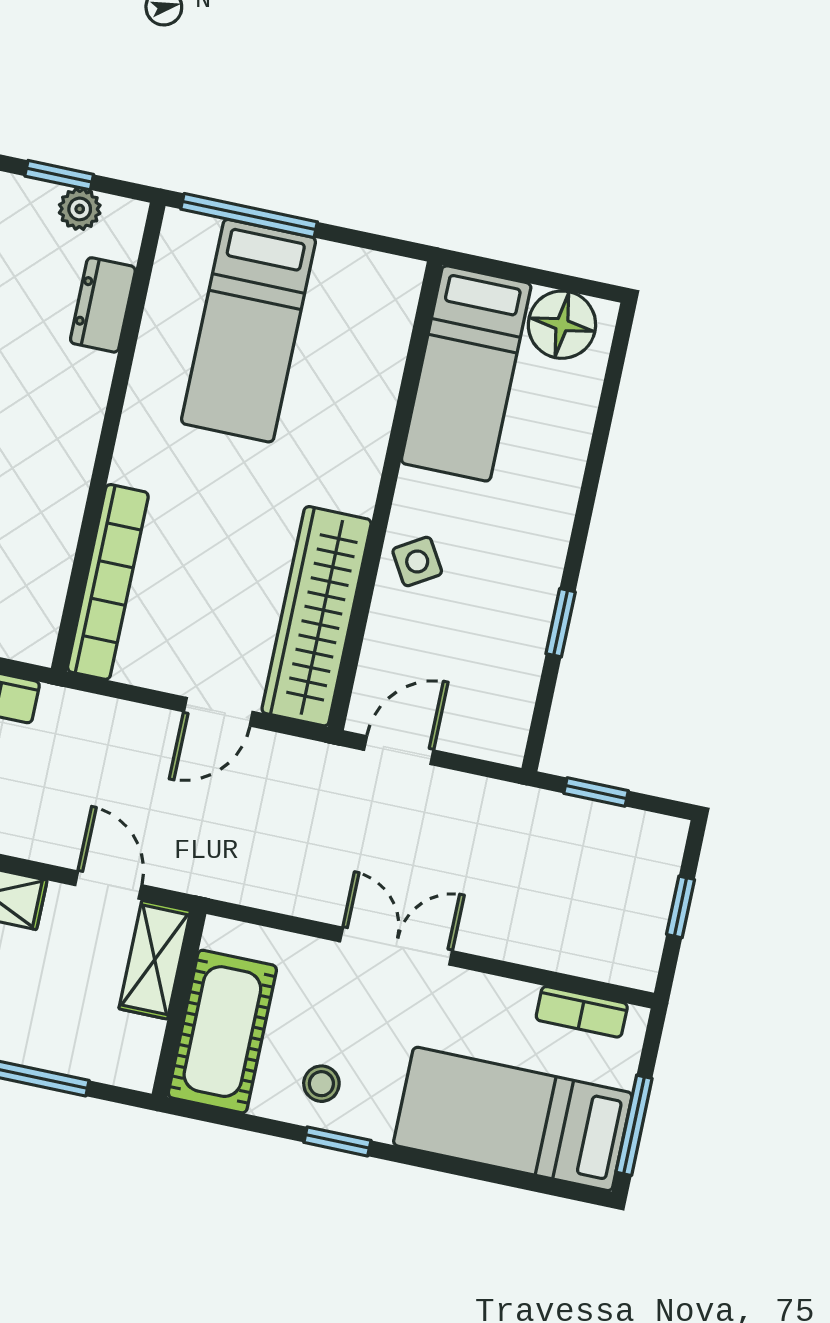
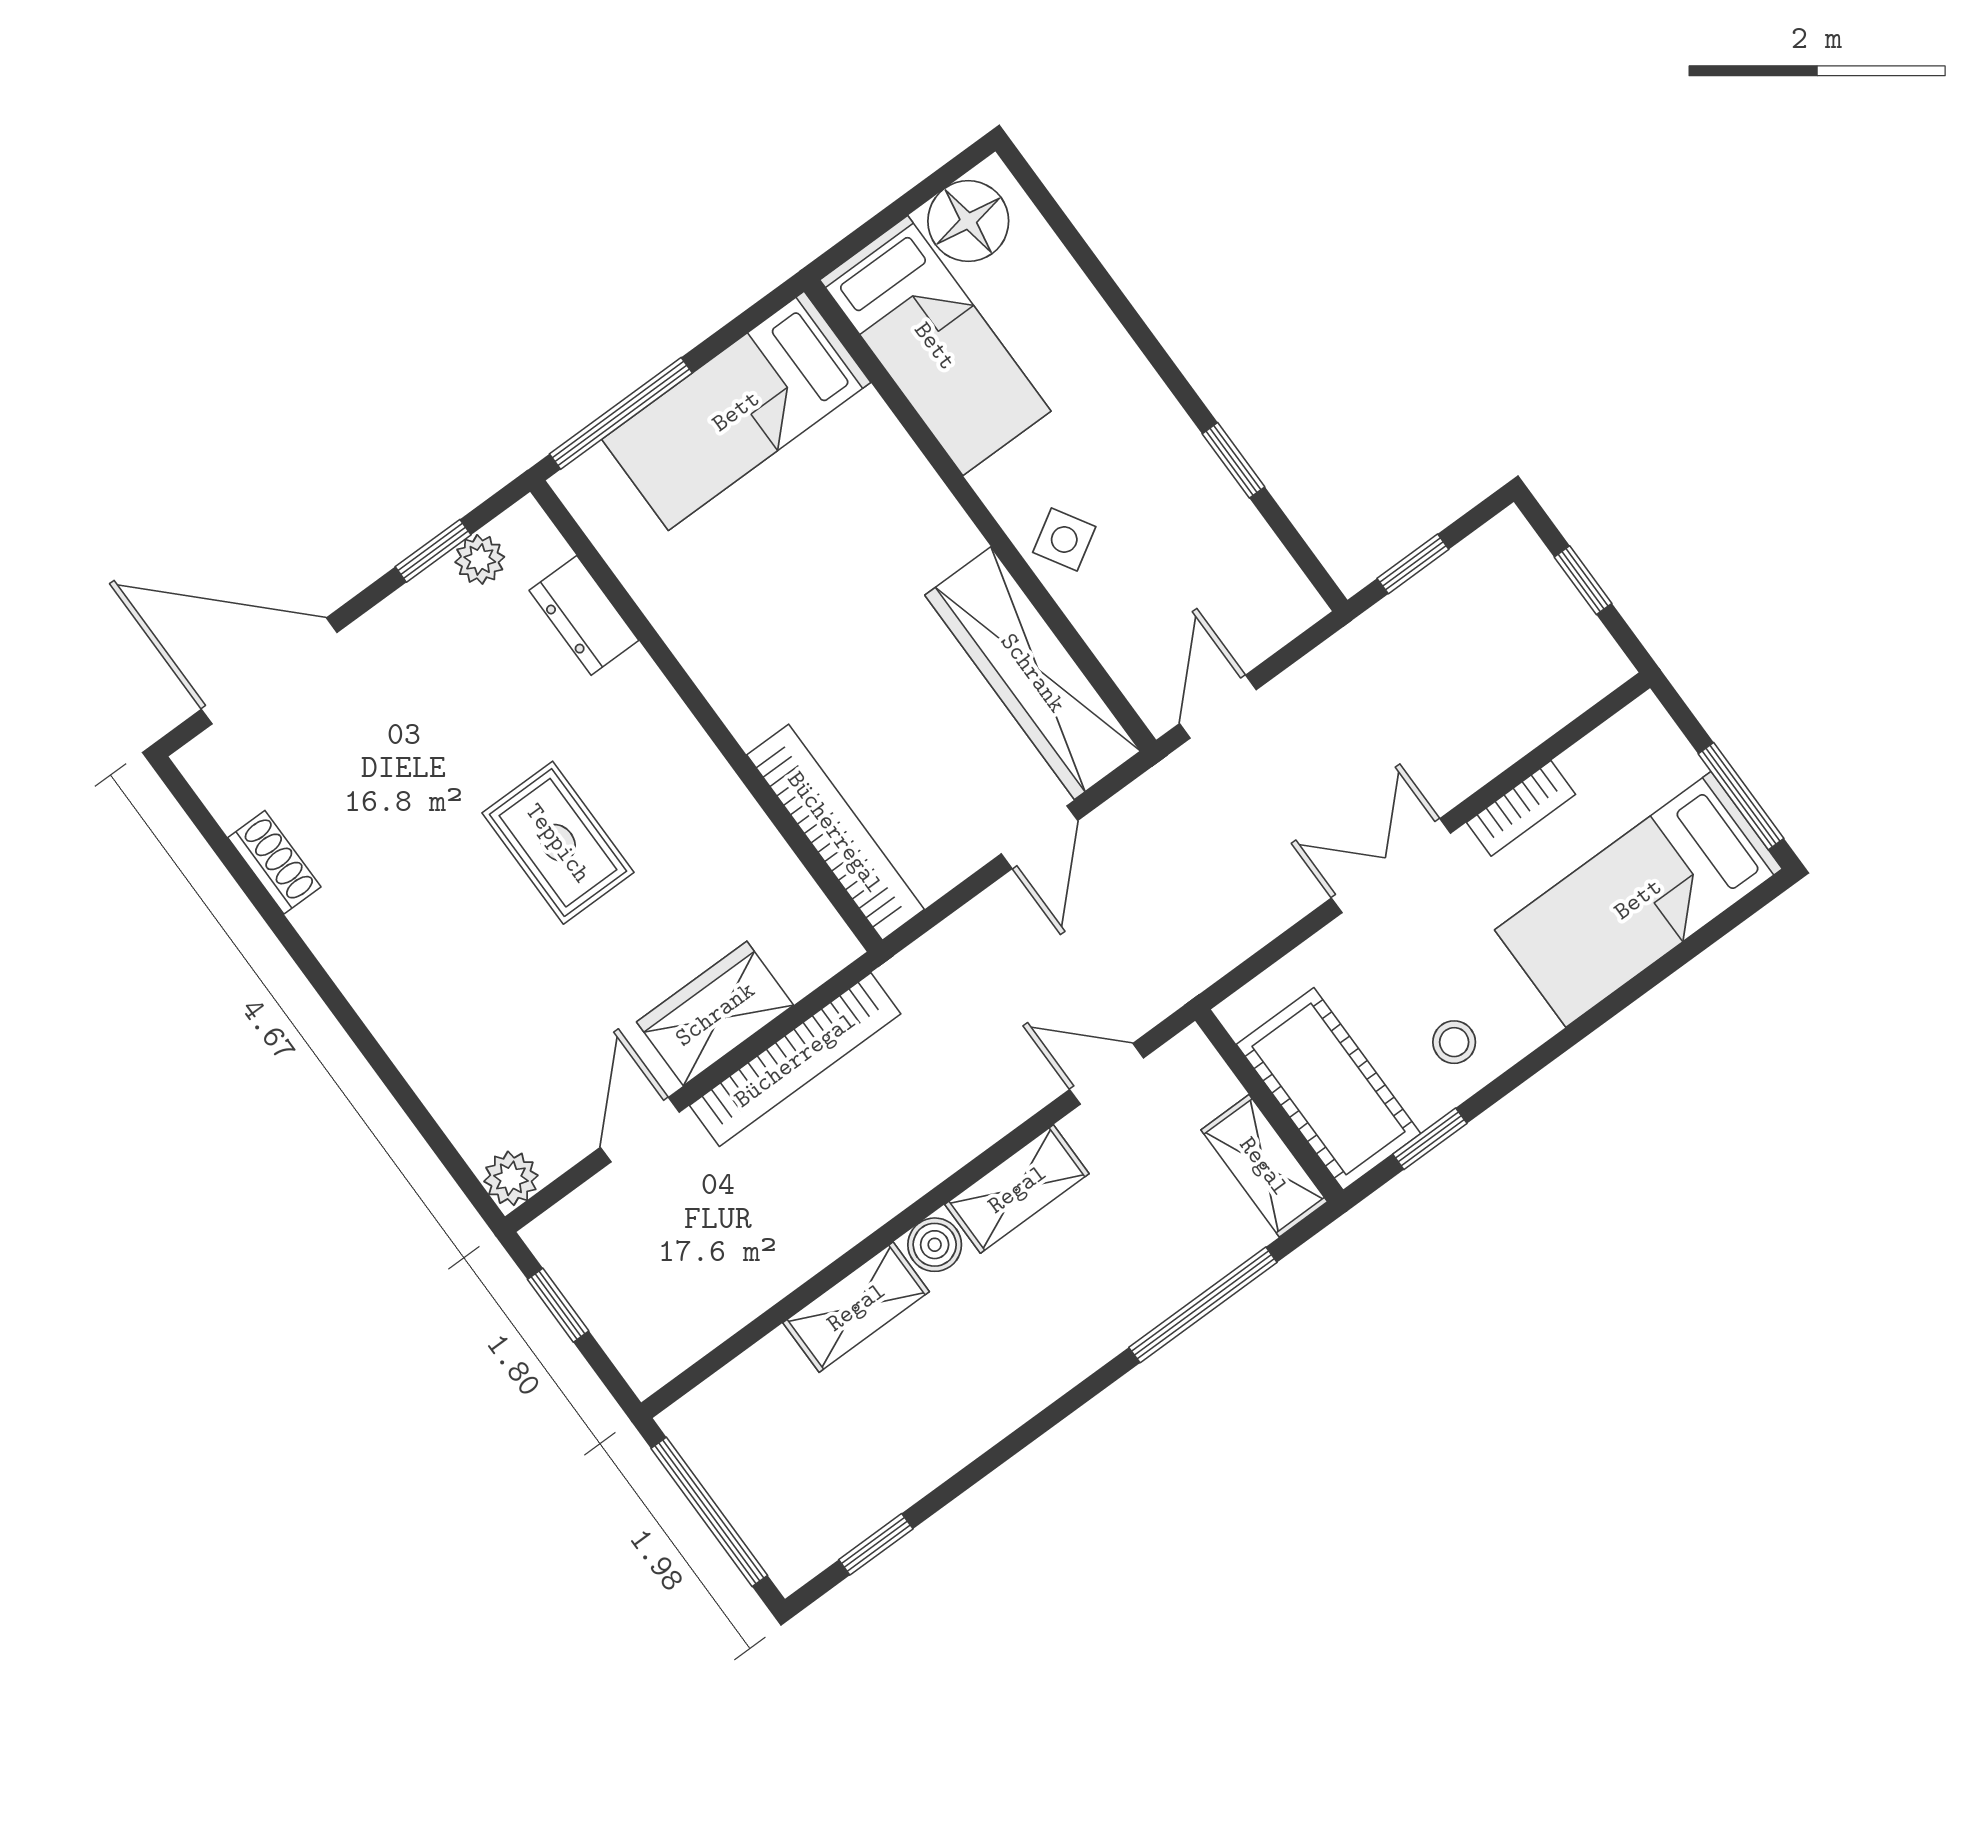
bed: (249, 331) -> (736, 411), moved, turned 90
shelving: (155, 960) -> (1264, 1166), moved
bookcase: (582, 1012) -> (1521, 808), moved
window: (337, 1141) -> (1430, 1139), moved

